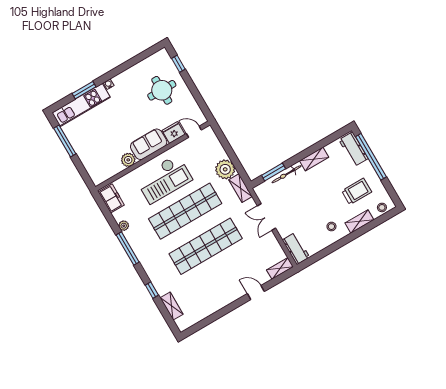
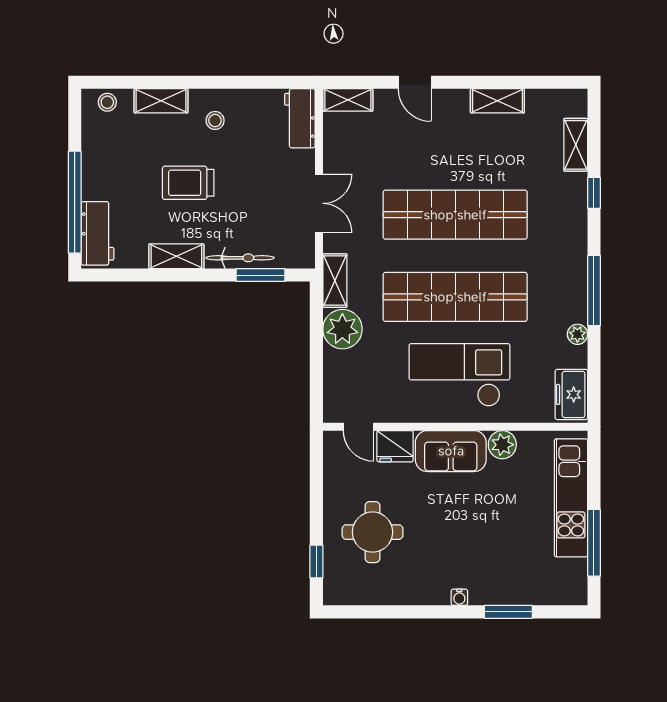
kitchen unit: (81, 105) -> (571, 498), moved, turned -90
trolley: (357, 191) -> (188, 183), moved
shelving: (216, 305) -> (497, 101), added

